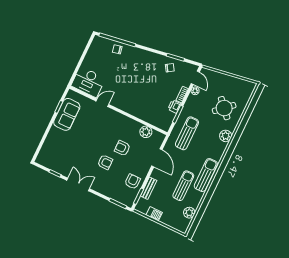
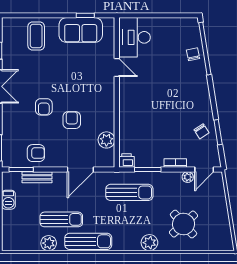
printer: (174, 106) -> (127, 161), moved
coffee table: (57, 145) -> (36, 36), added
plant: (189, 213) -> (49, 243), moved

